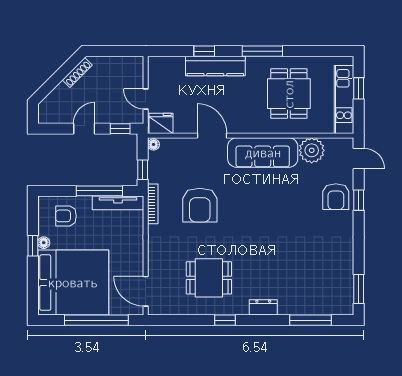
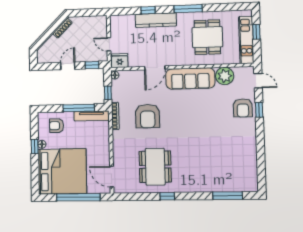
door: (212, 136) -> (155, 68), swing flipped
dining table: (209, 278) -> (155, 167), width x1.38
window: (359, 289) -> (261, 173), removed
dresser: (263, 307) -> (194, 187), removed

